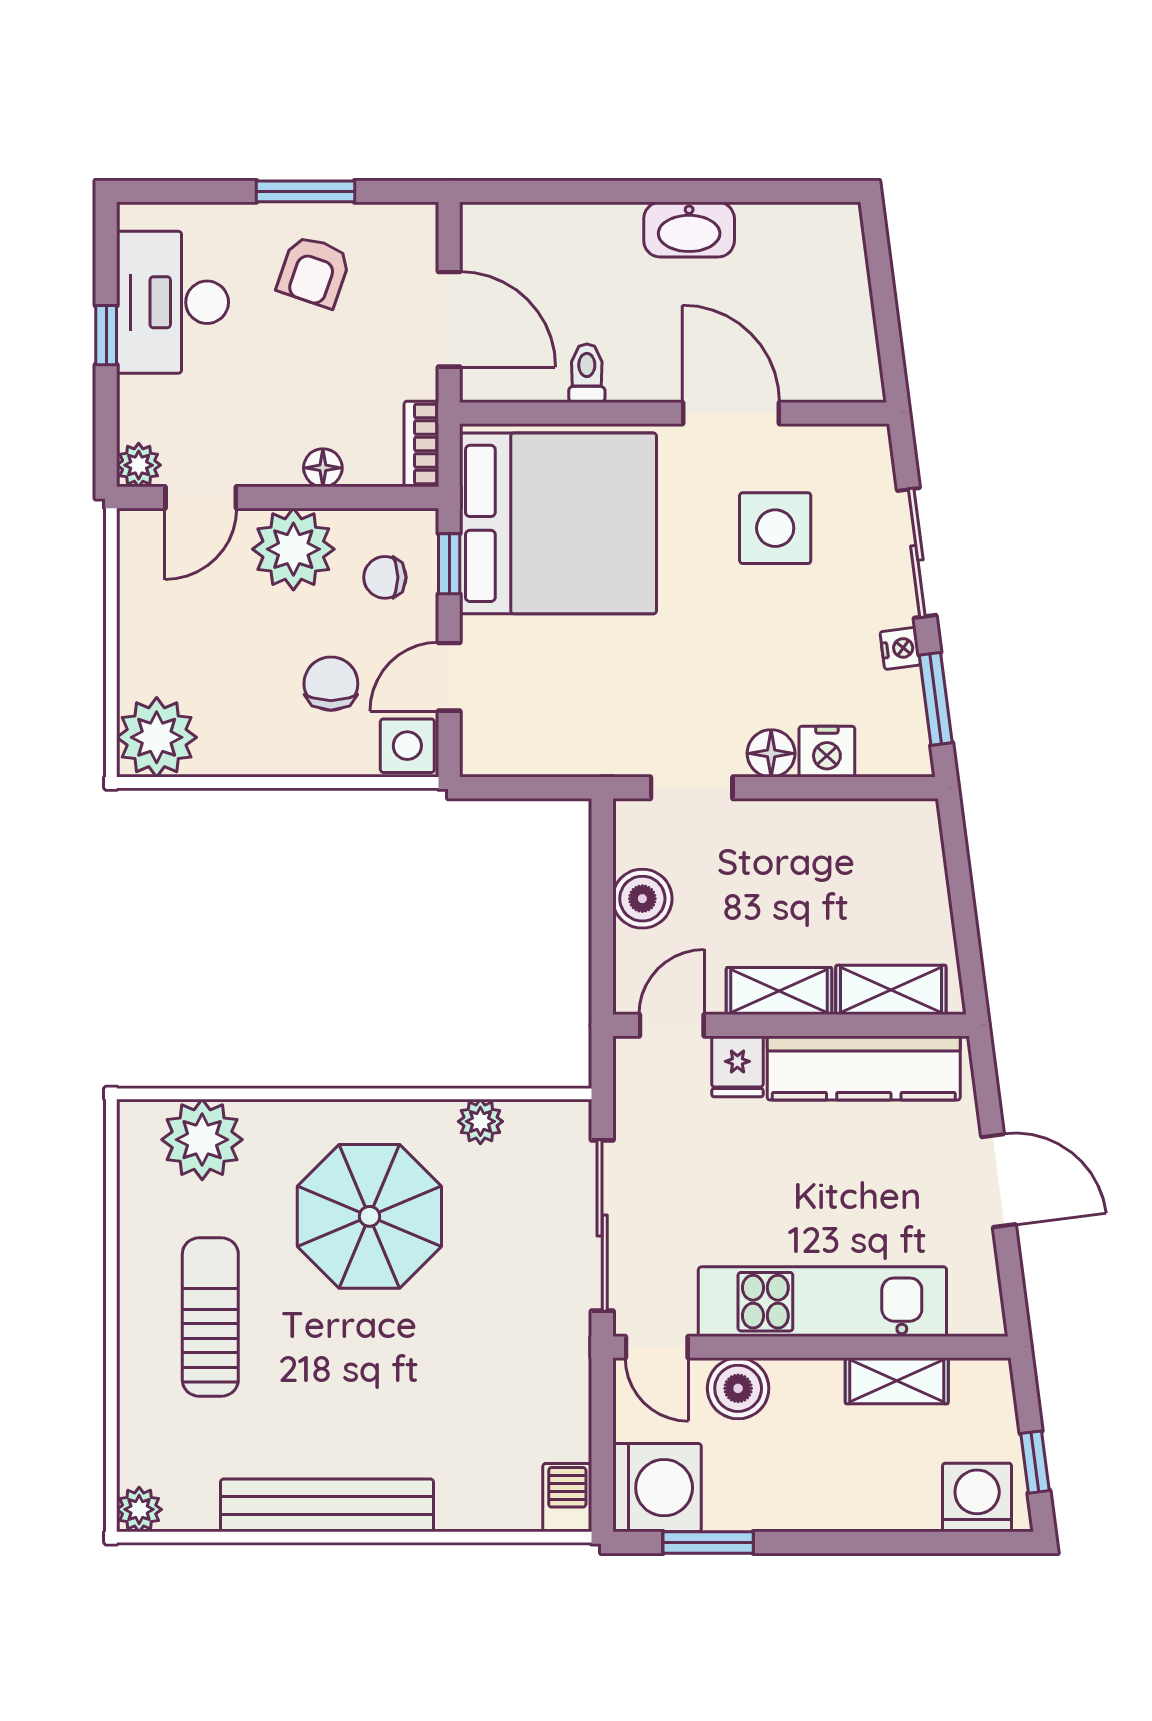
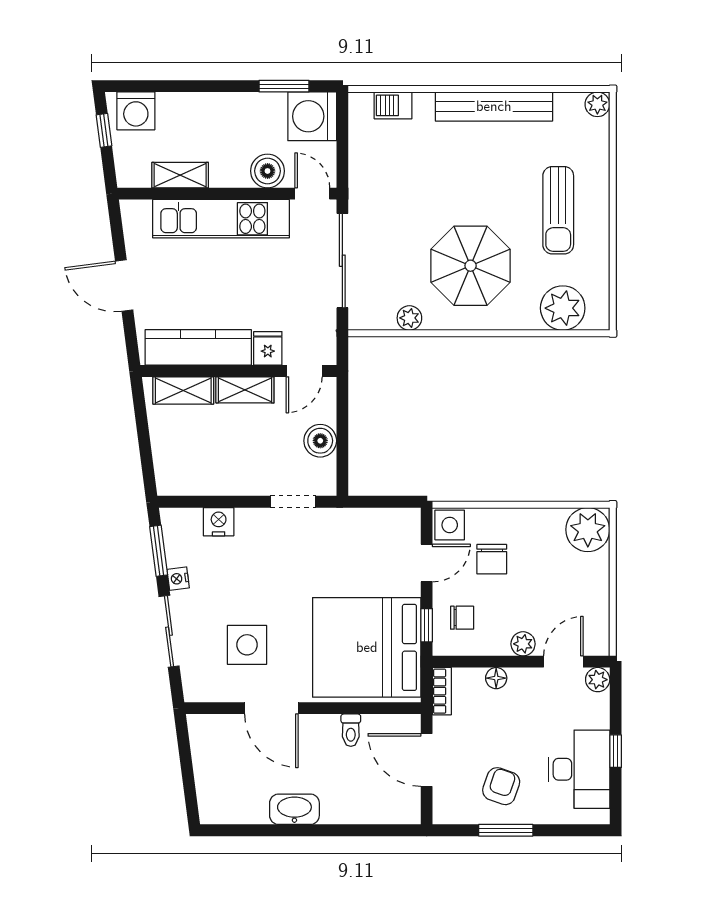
plant: (293, 549) -> (523, 644), width x0.53, depth x0.53
floor lamp: (771, 753) -> (249, 521), removed
barbecue: (567, 1498) -> (393, 105), moved, turned 90

